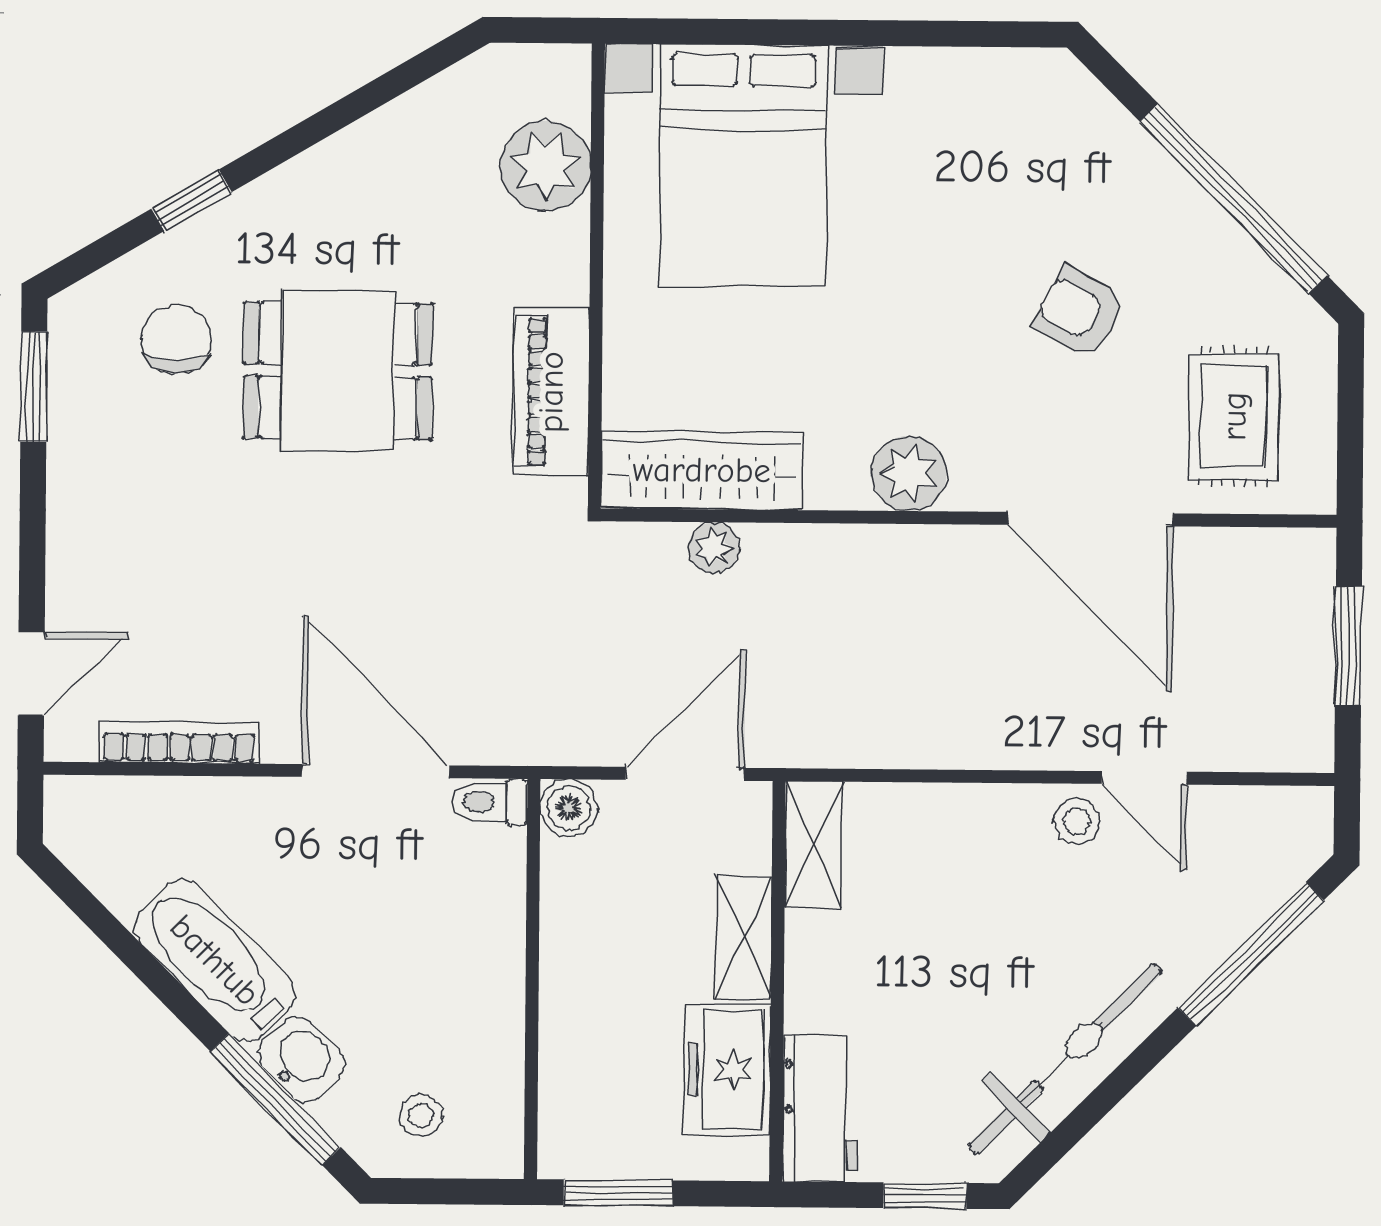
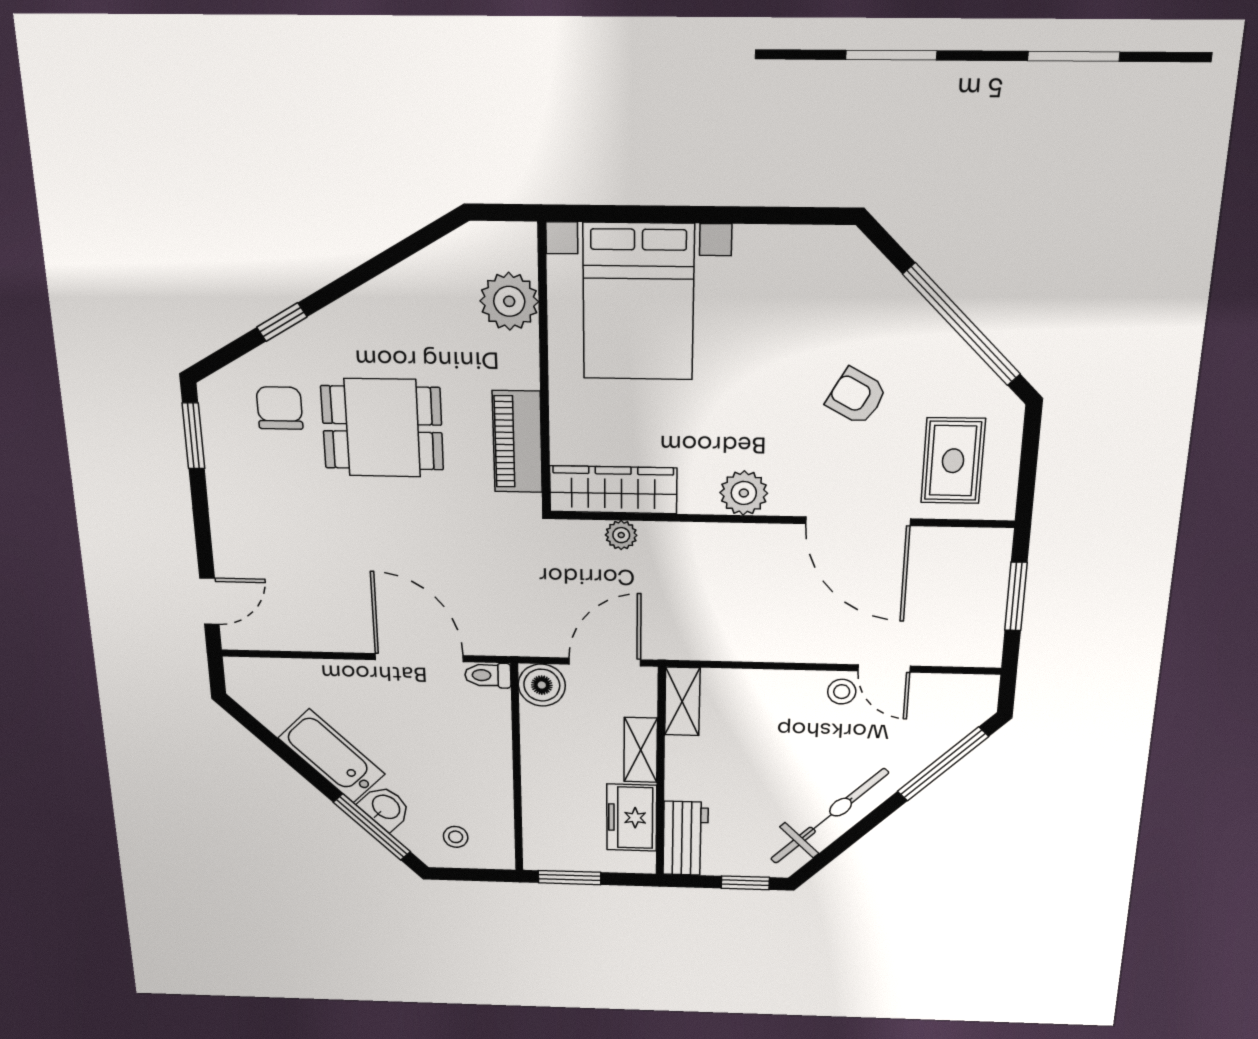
bookcase: (179, 743) -> (301, 640), removed
boiler: (569, 808) -> (542, 685), width x1.36, depth x1.36

